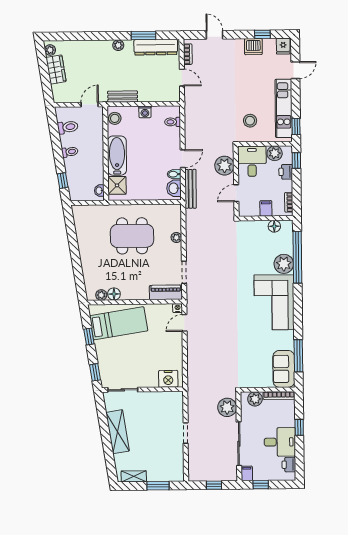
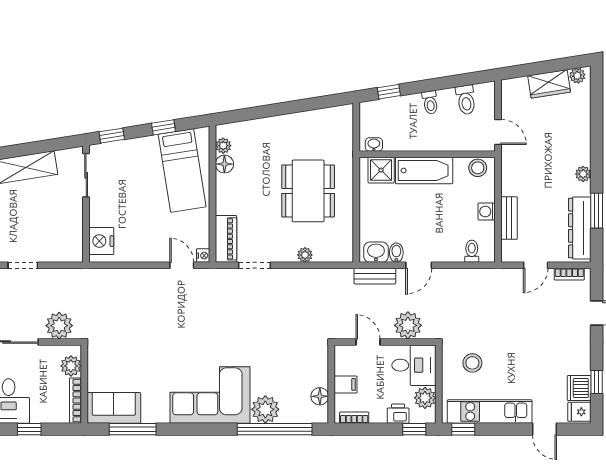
dishwasher: (253, 47) -> (579, 388), moved
bench: (123, 97) -> (509, 218), moved
door: (183, 159) -> (419, 265), hinge flipped
bench: (191, 189) -> (375, 276), width x0.73

